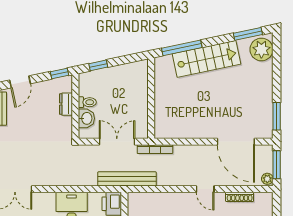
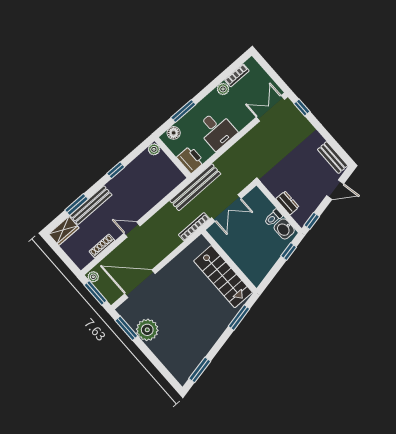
window: (182, 48) -> (239, 318), width x0.69
plant: (261, 49) -> (147, 330), moved
stairs: (207, 59) -> (223, 277), moved, turned -78
door: (20, 82) -> (335, 190), swing flipped
washbasin: (86, 118) -> (284, 229), moved

